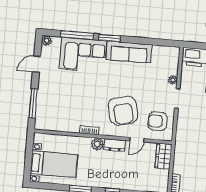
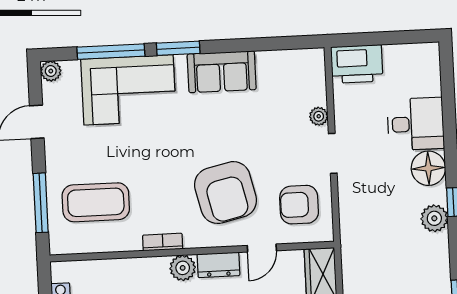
sofa: (129, 52) -> (222, 72), width x0.73
coffee table: (60, 107) -> (96, 202), added

